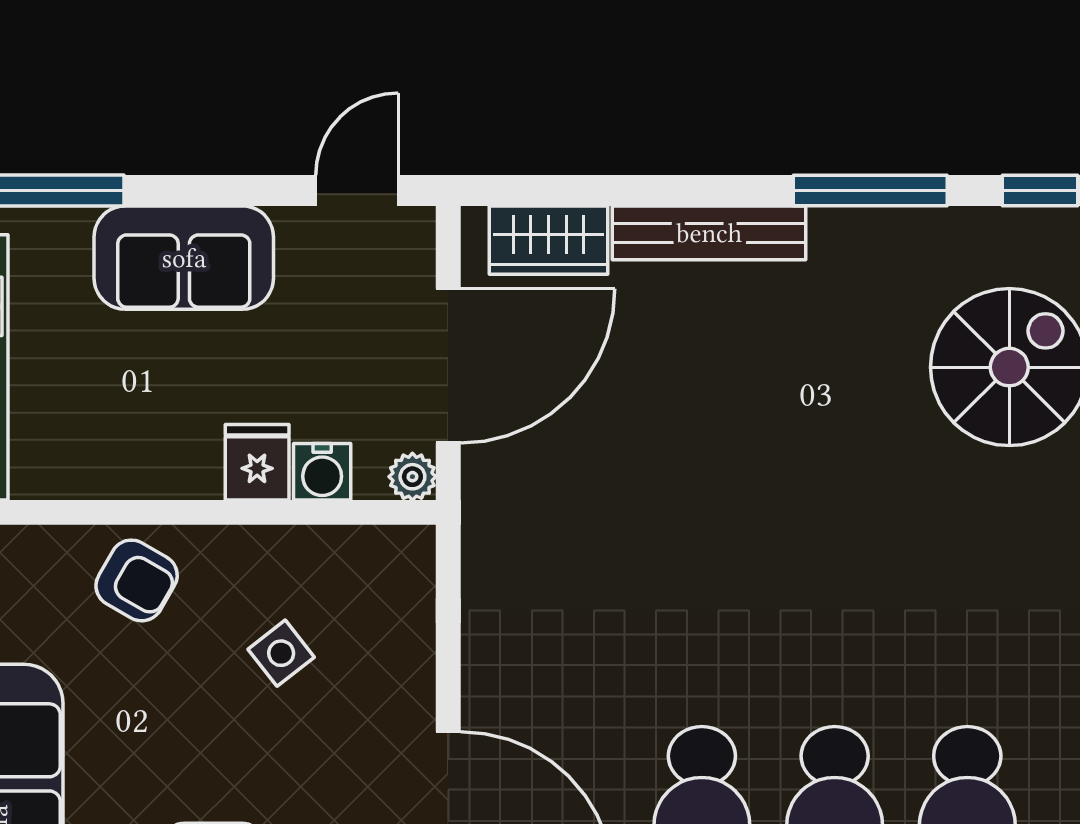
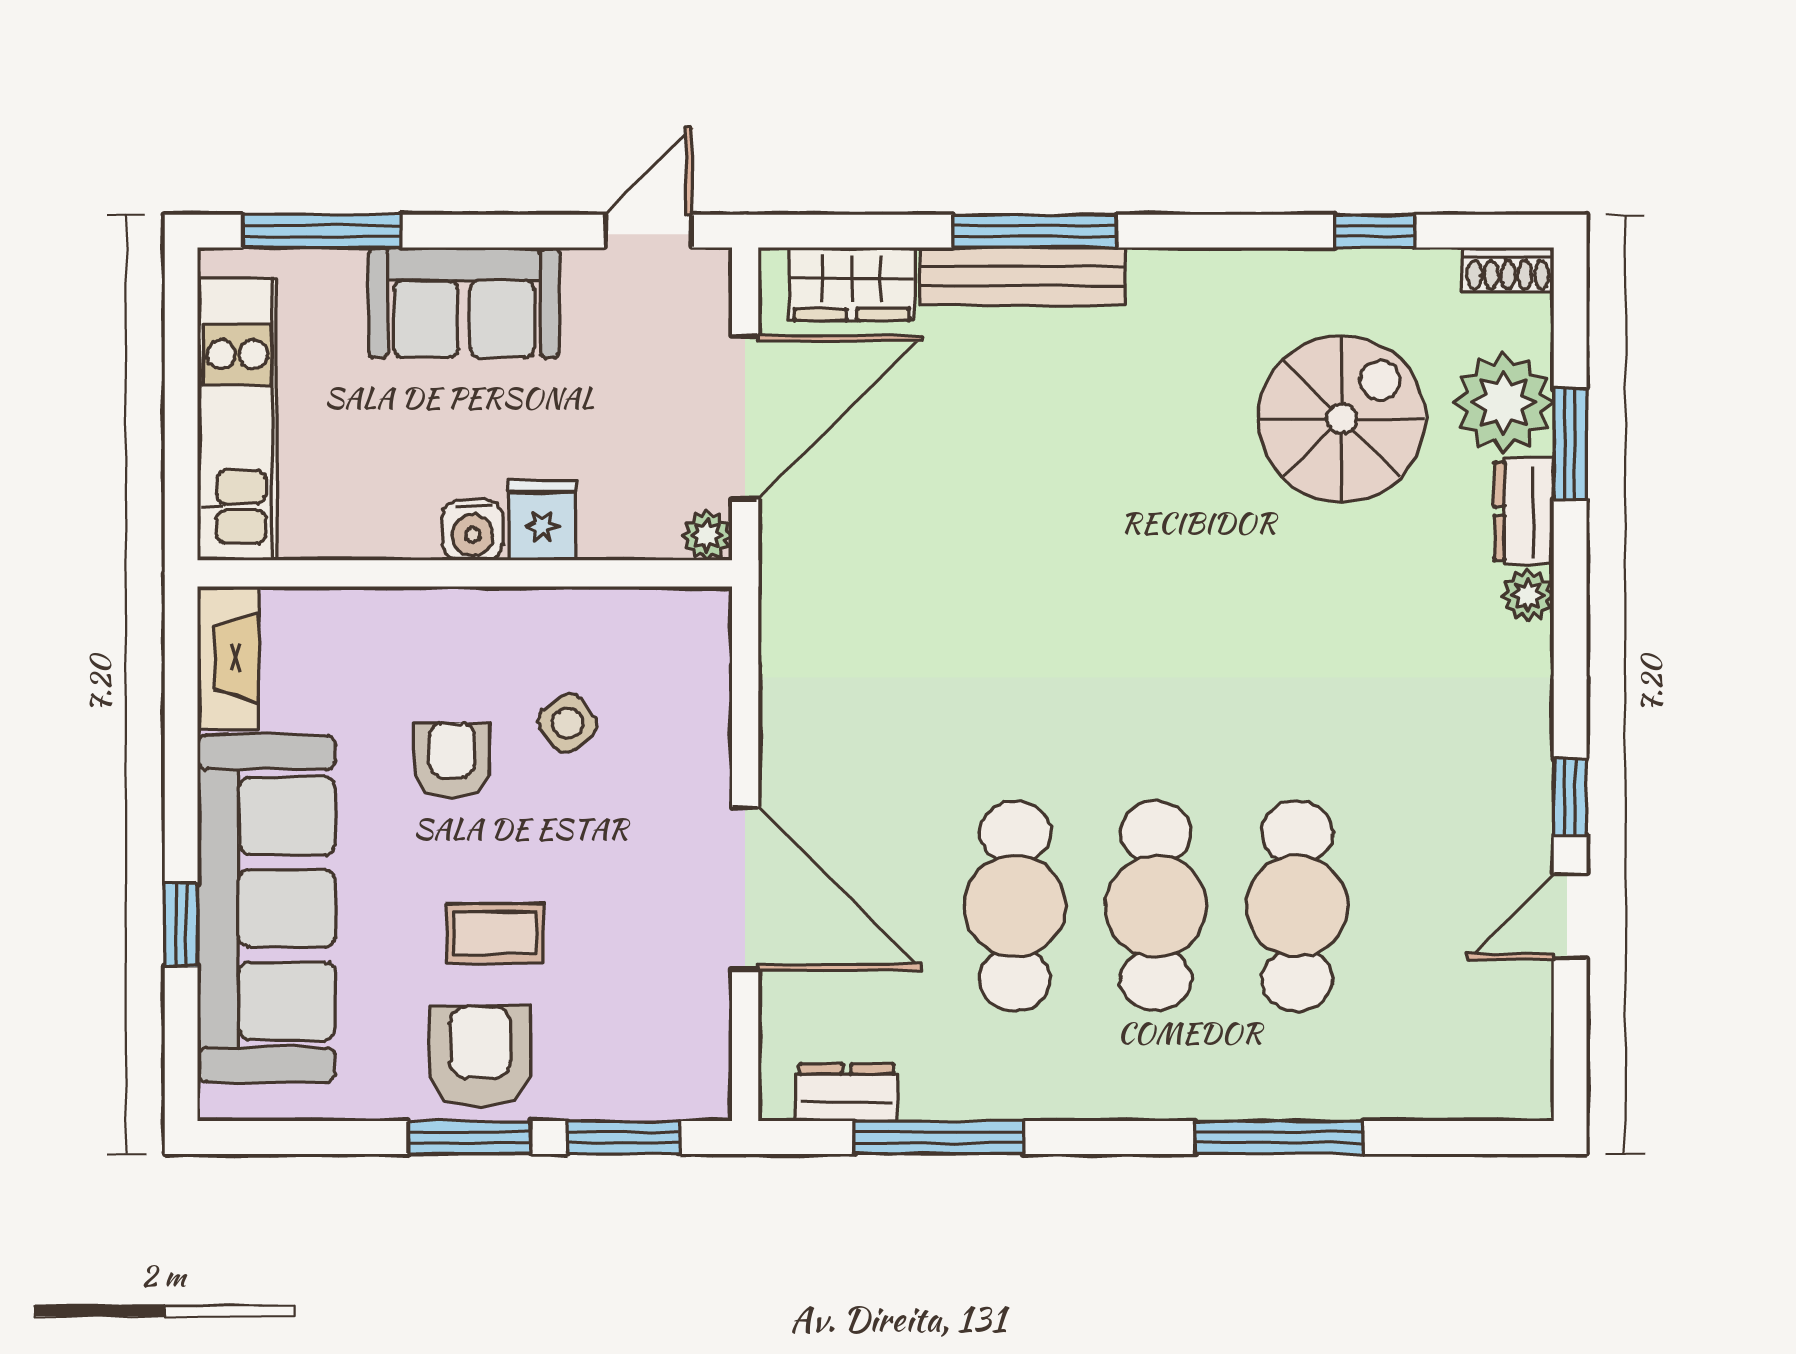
window: (870, 190) -> (1035, 231), moved
water cooler: (322, 472) -> (473, 530), moved
armchair: (137, 580) -> (452, 761), moved, turned -120

